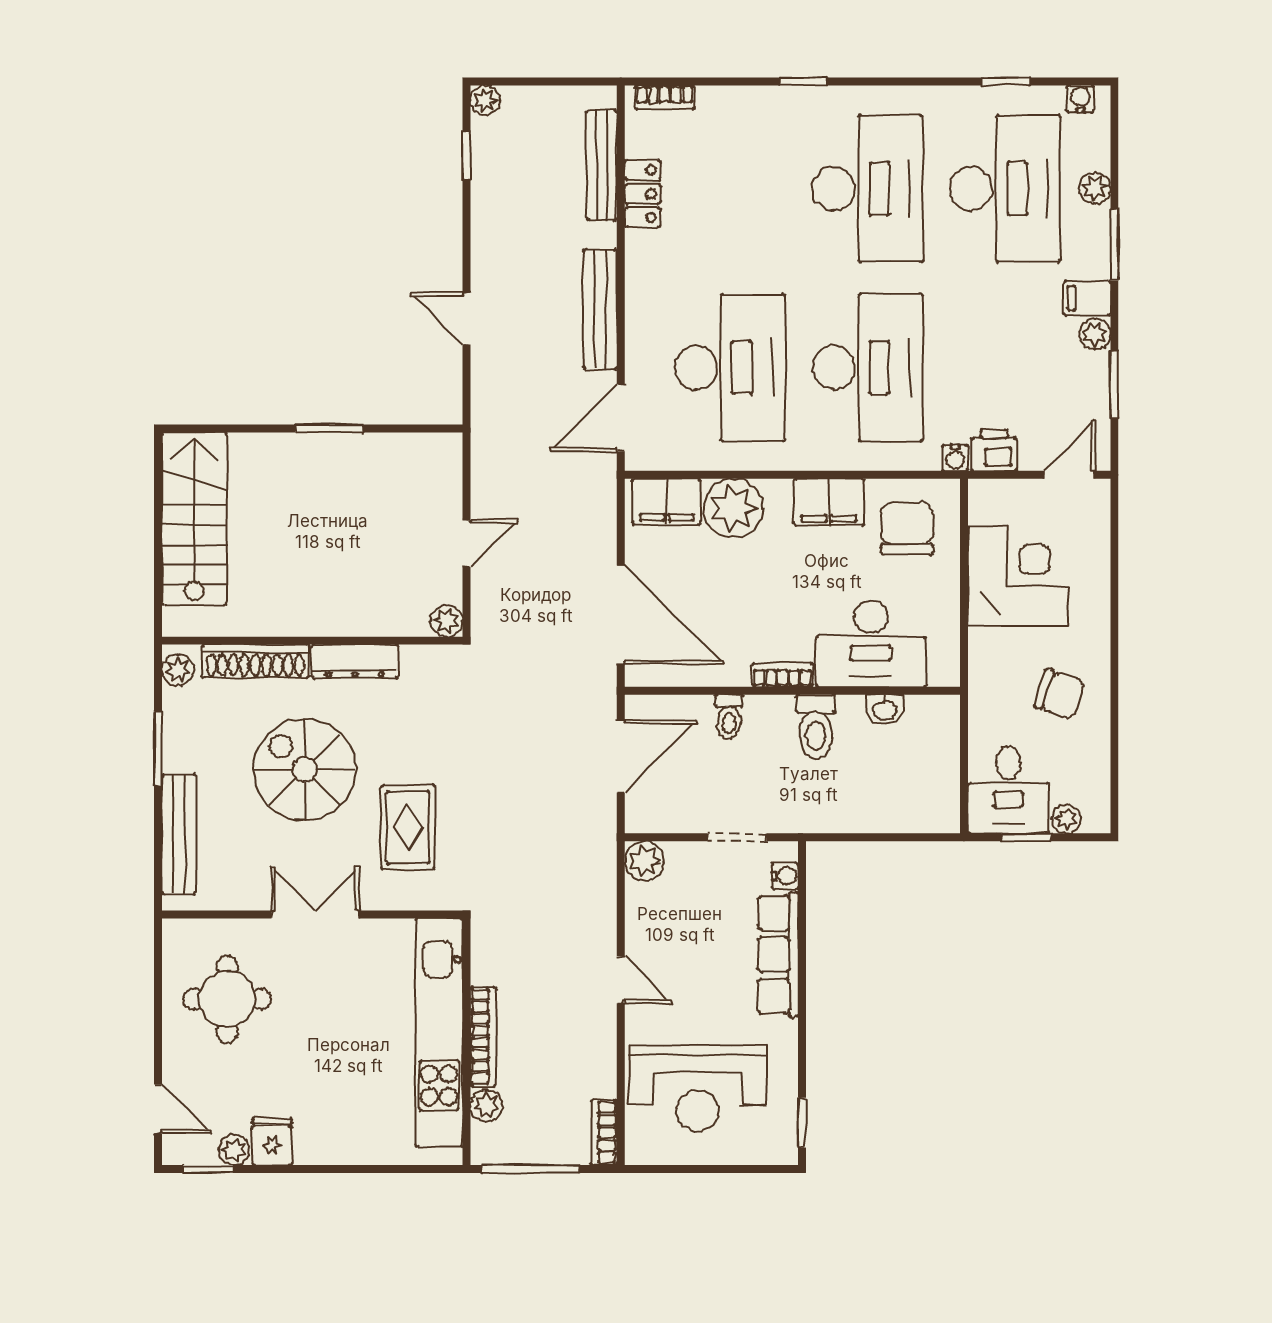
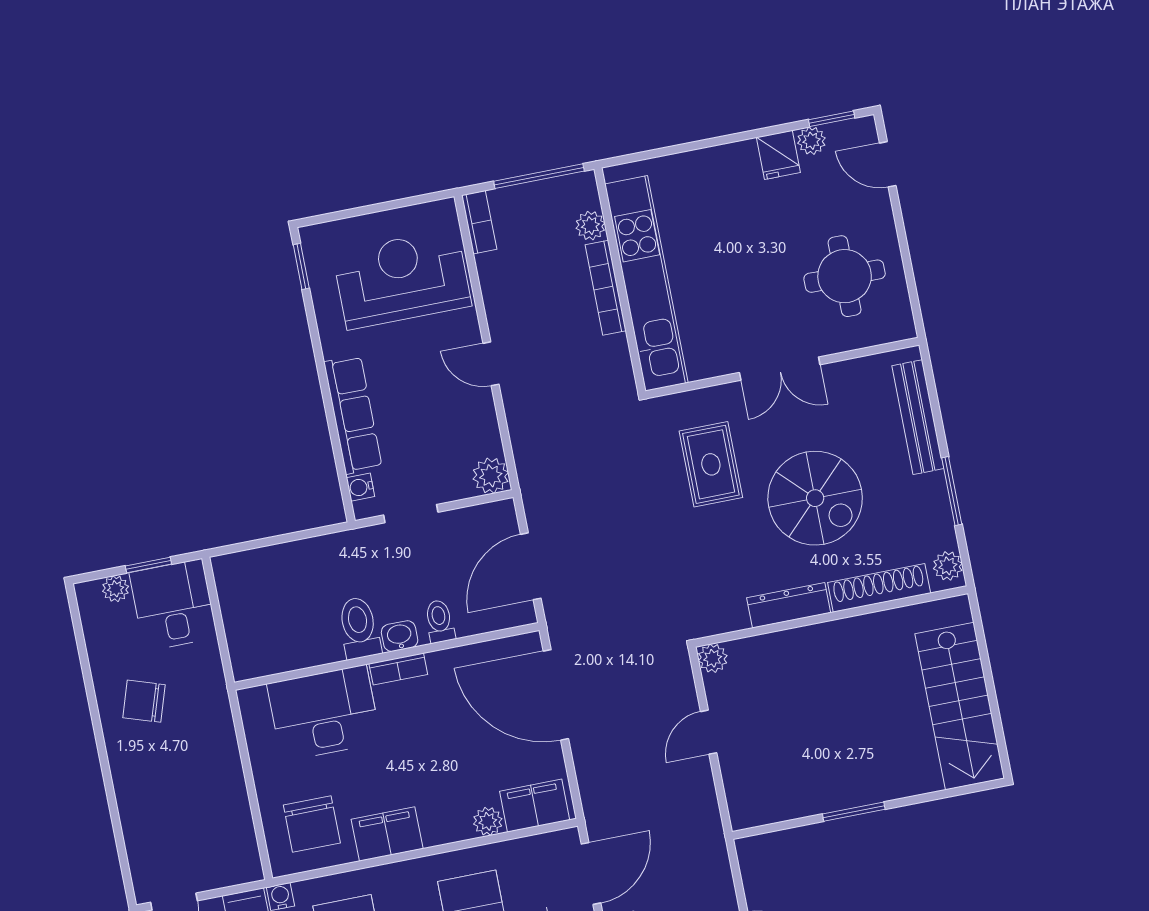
plant: (733, 508) -> (488, 821), width x0.53, depth x0.53
corner desk: (1018, 576) -> (203, 800), removed
washbasin: (885, 710) -> (400, 636), moved

